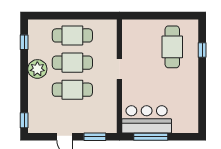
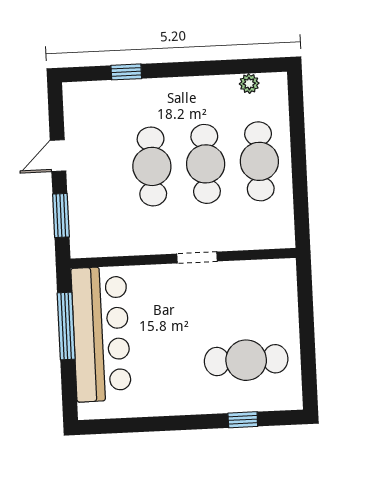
window: (24, 42) -> (241, 67), removed
plant: (37, 69) -> (249, 84), moved, width x0.53, depth x0.53
bar counter: (147, 119) -> (101, 334), width x1.36
window: (24, 120) -> (126, 72), moved

